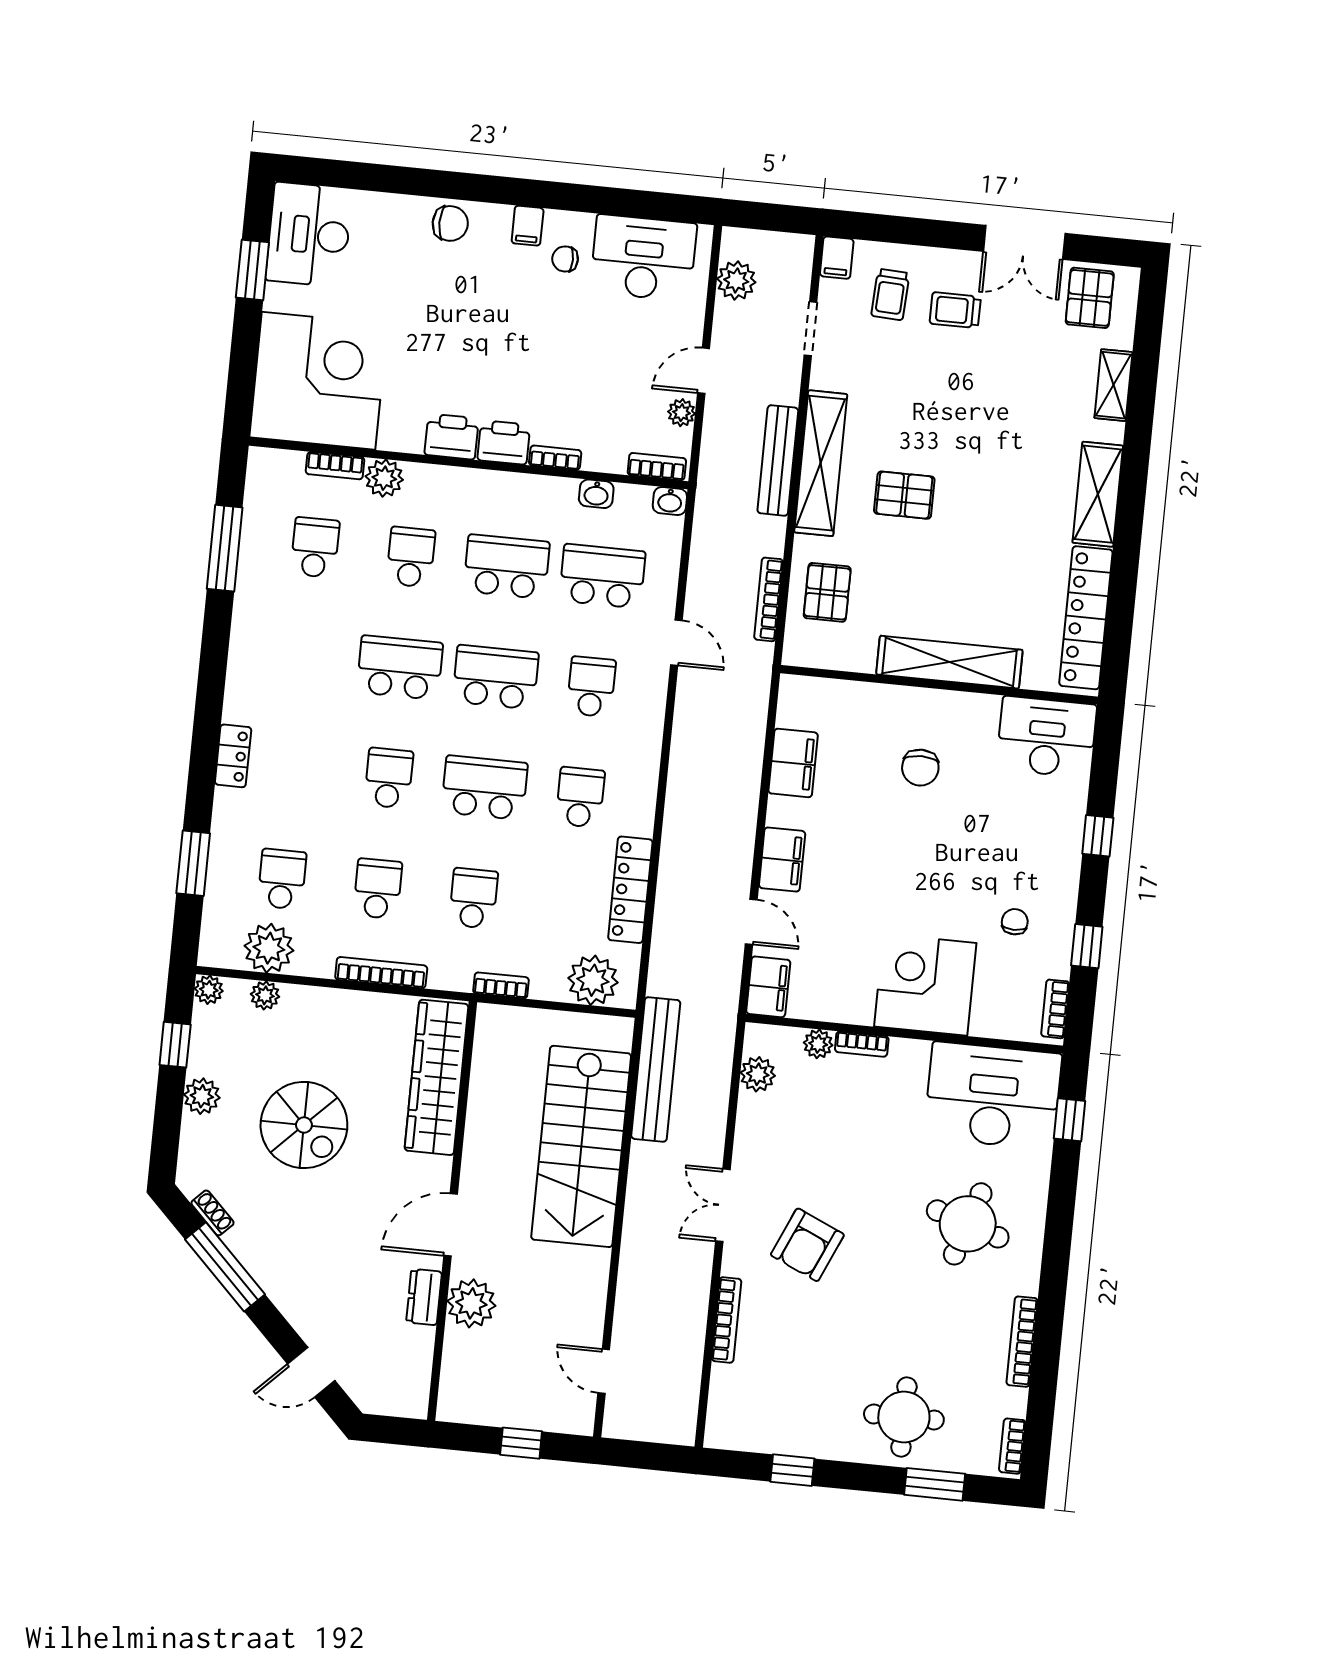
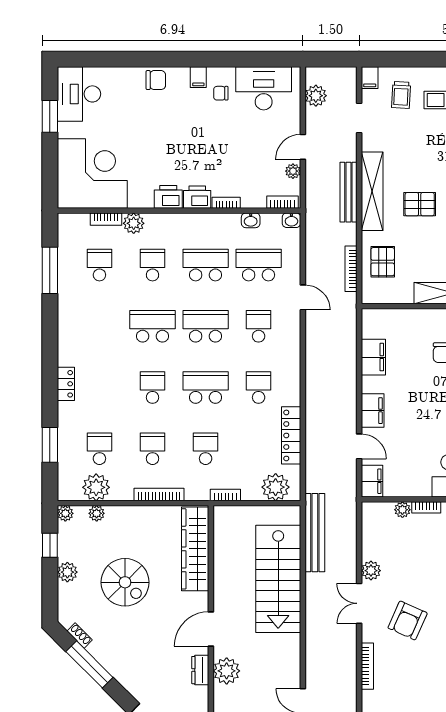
plant: (758, 1074) -> (371, 571), moved

